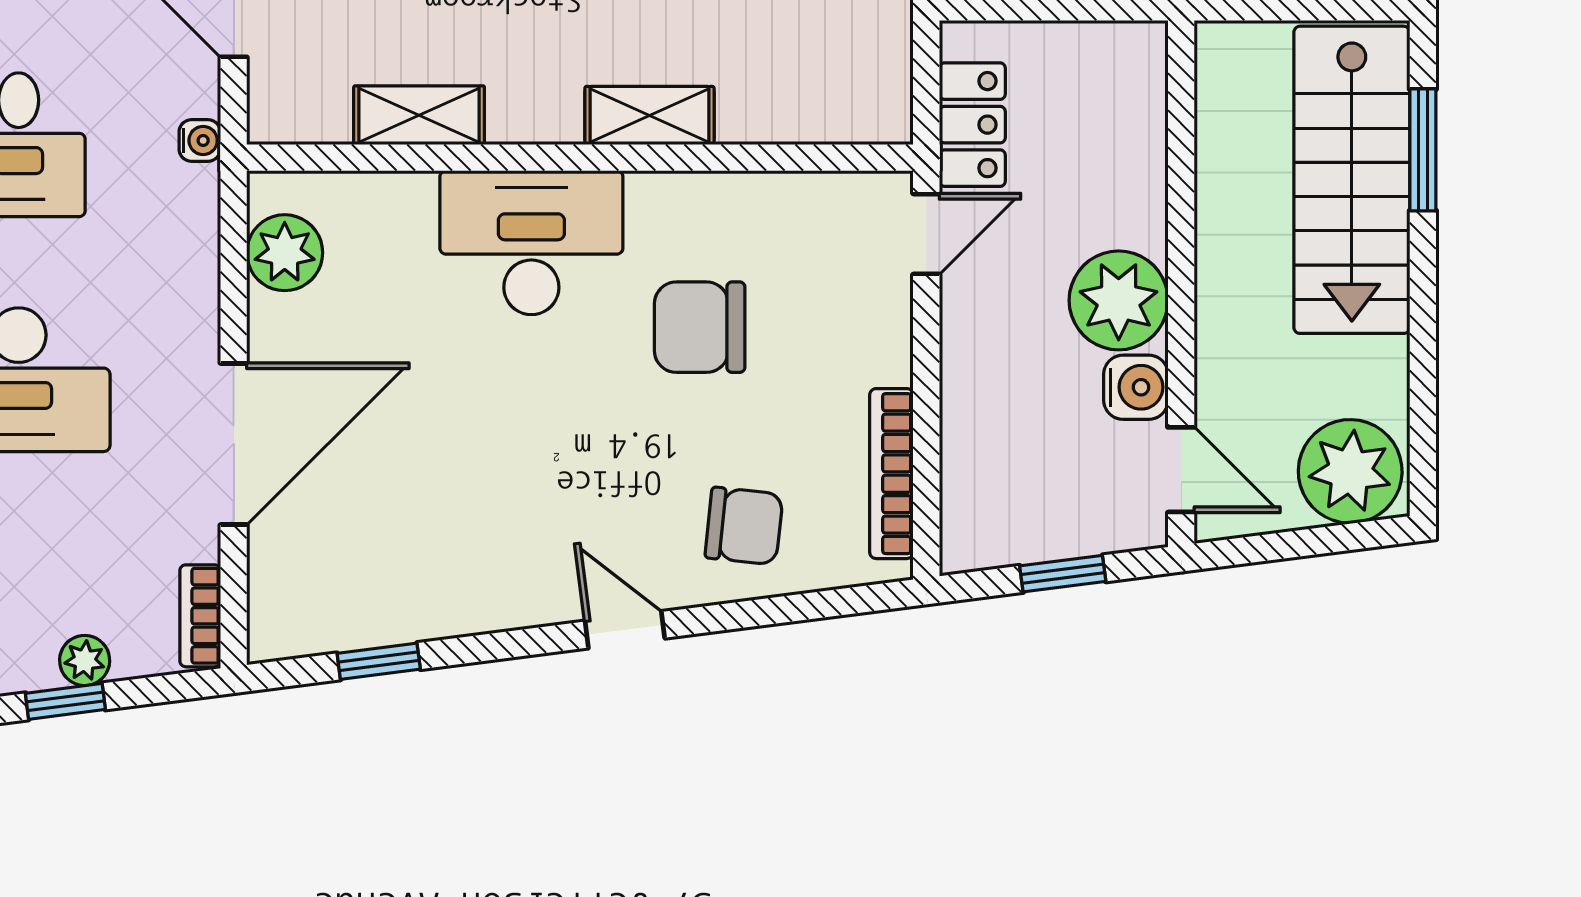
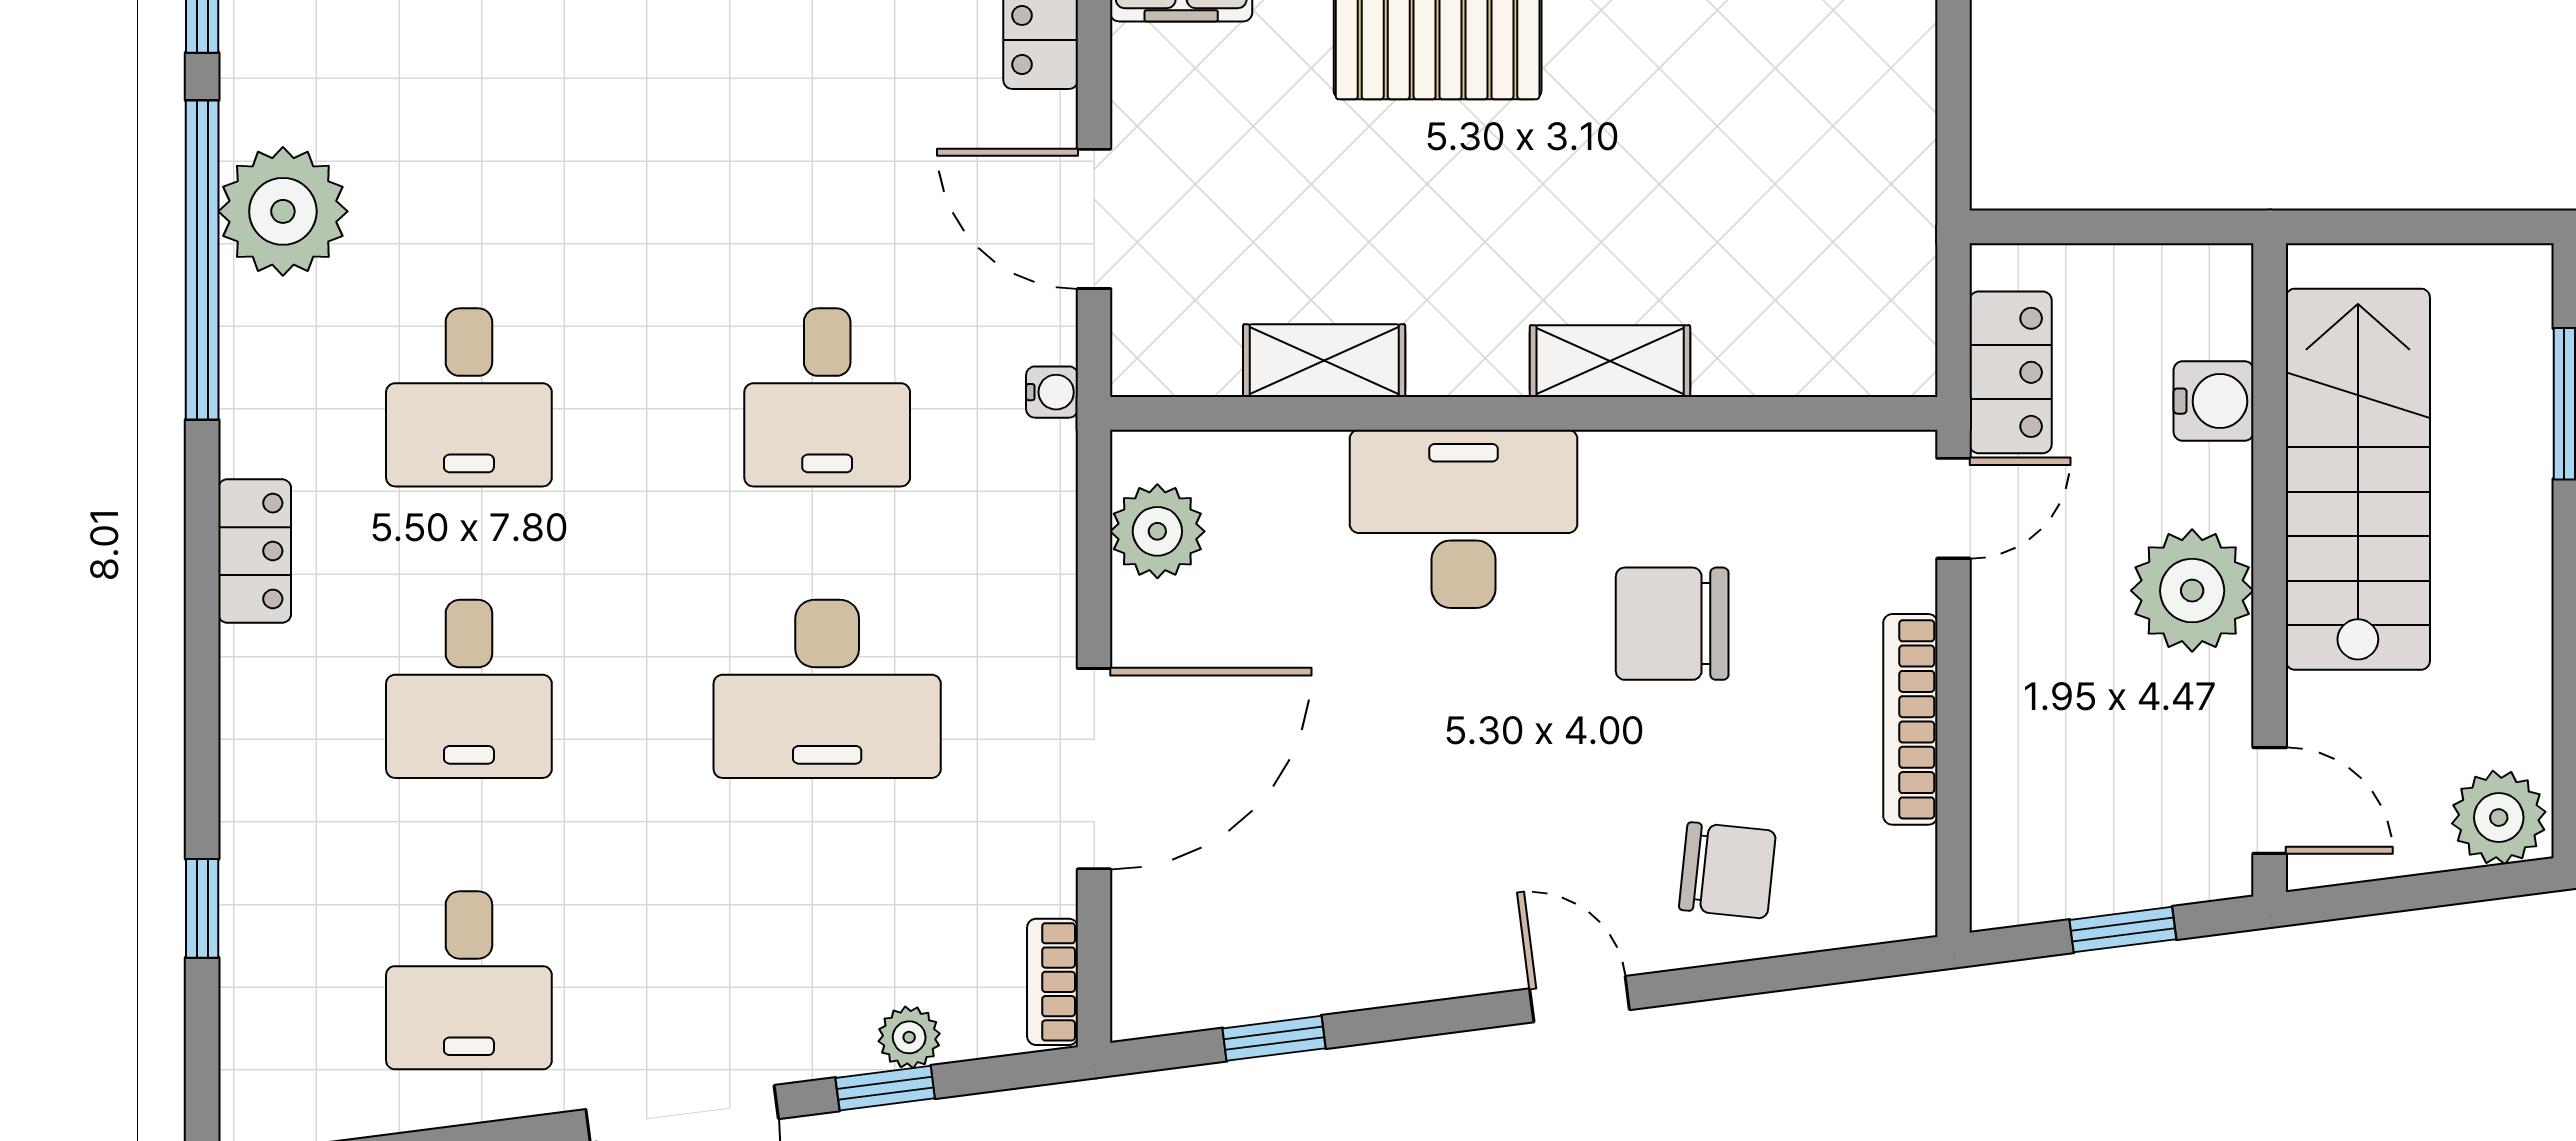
stairs: (1352, 180) -> (2358, 479), moved, turned 180
water cooler: (1136, 387) -> (2214, 401), moved
plant: (1350, 471) -> (2499, 818), width x0.73, depth x0.73
bookcase: (891, 474) -> (1910, 719), moved

